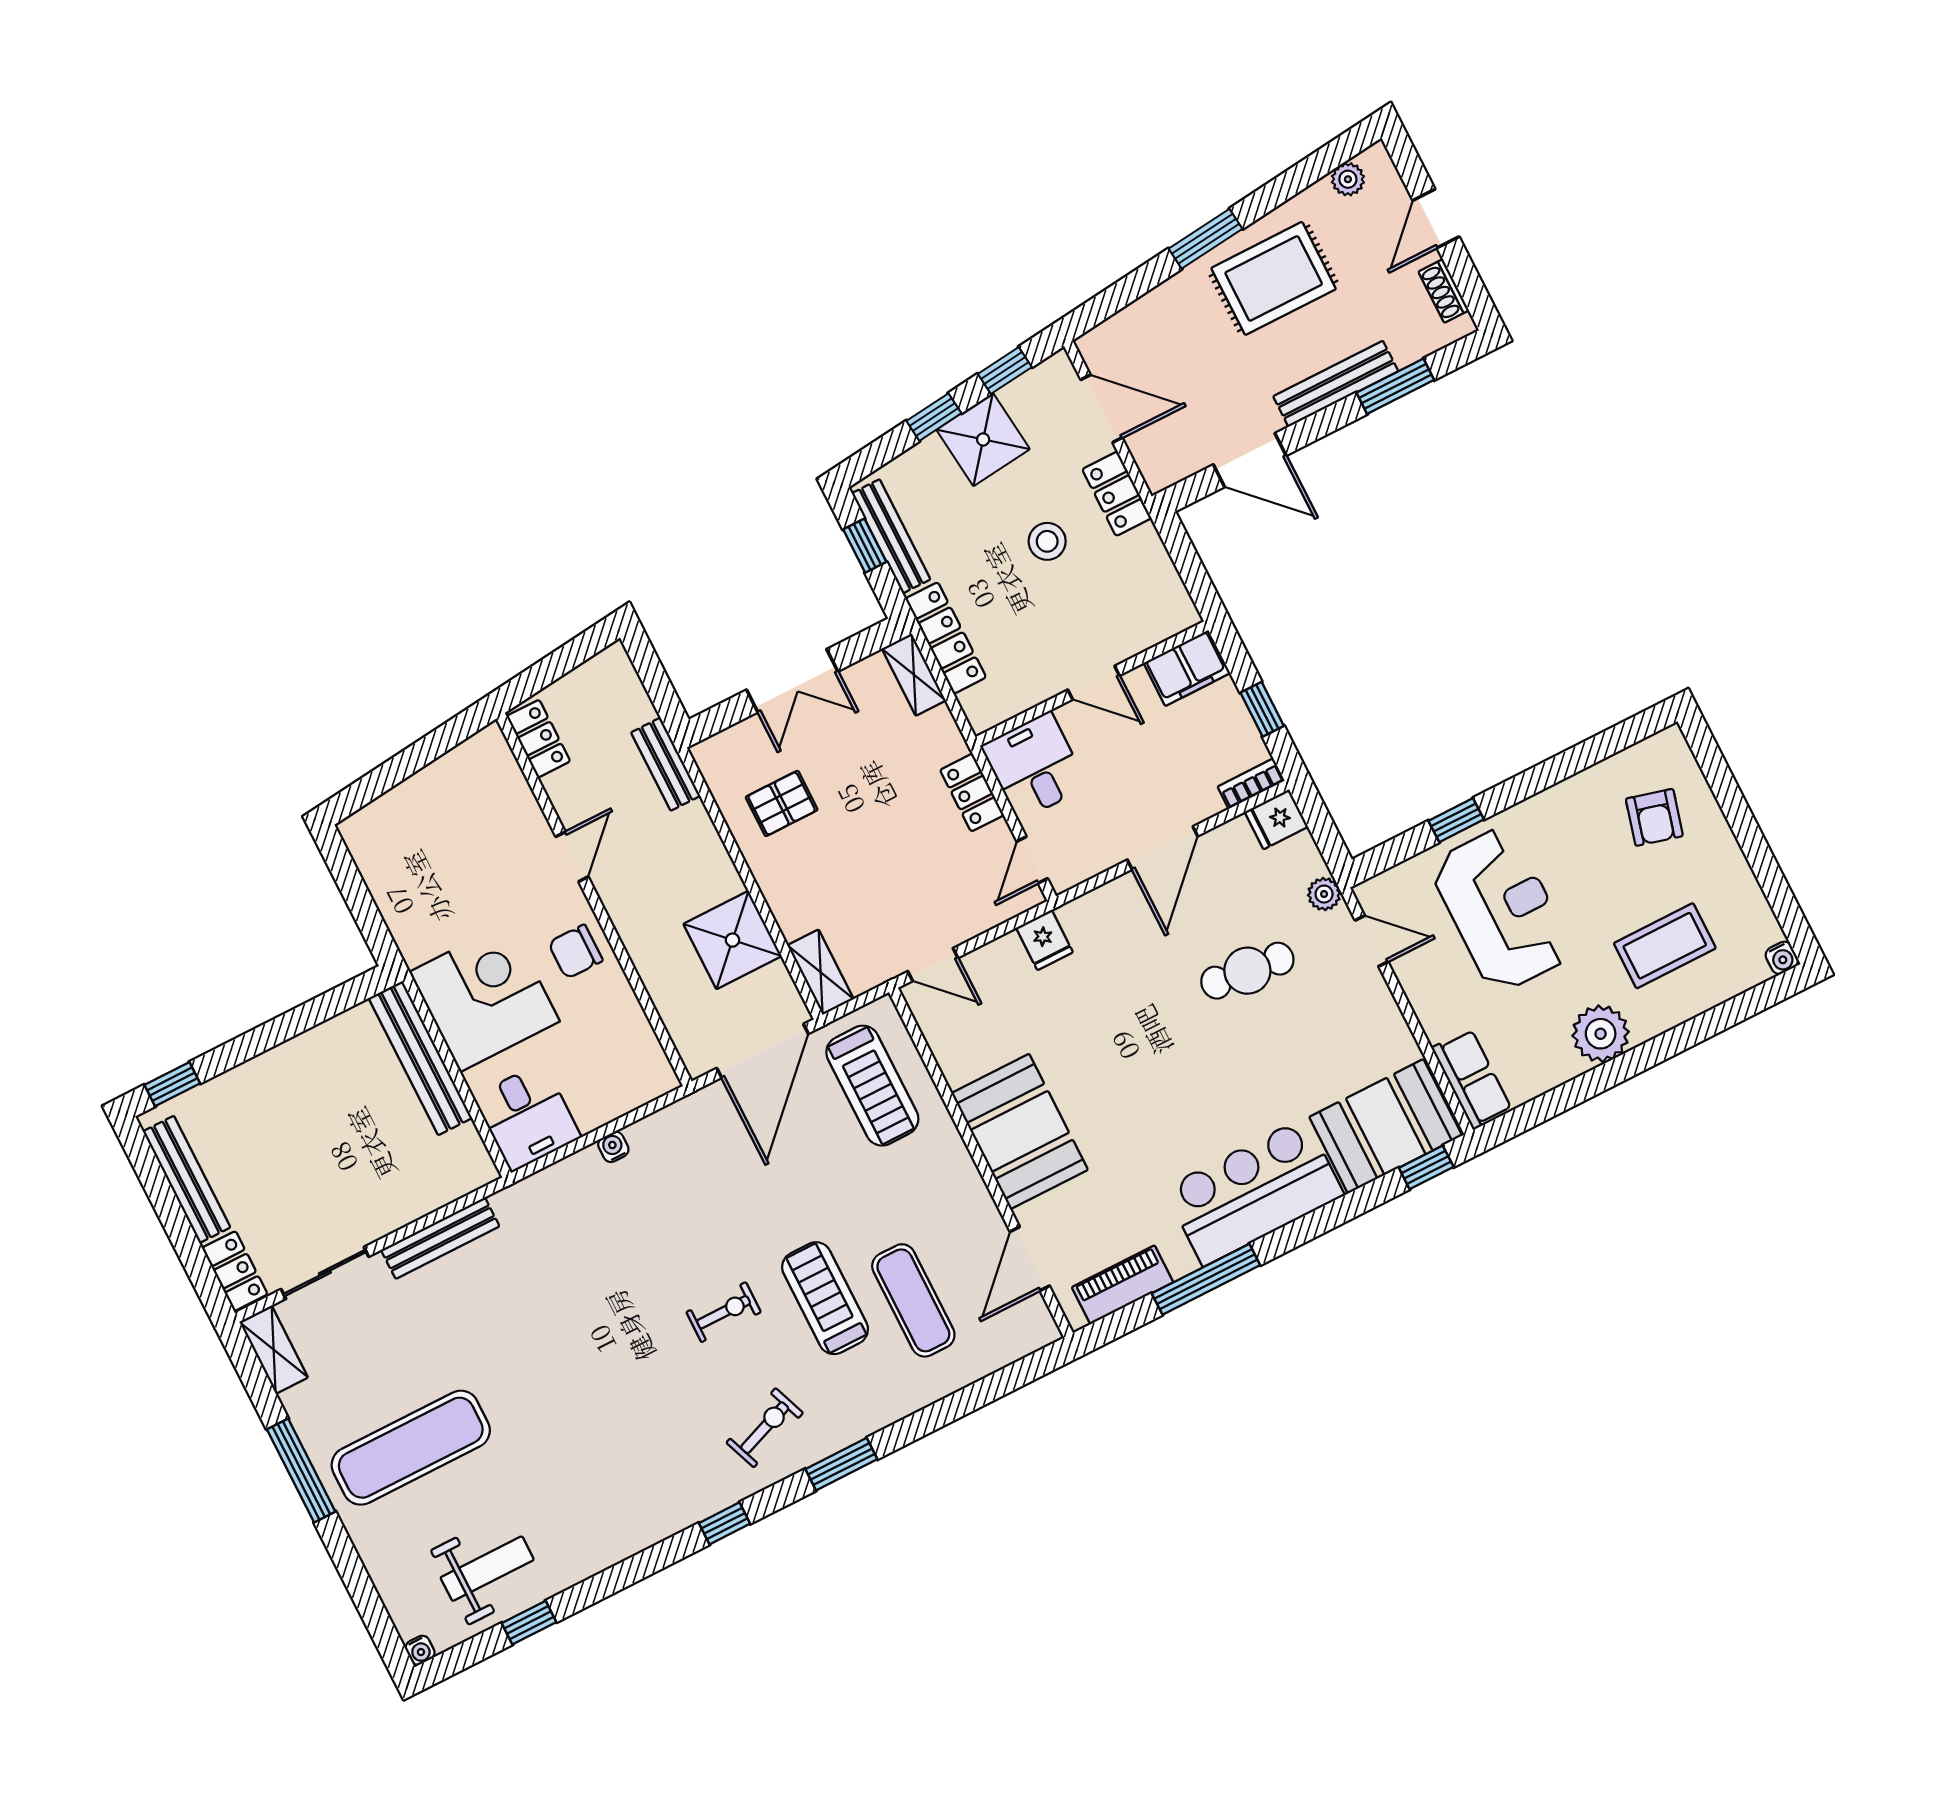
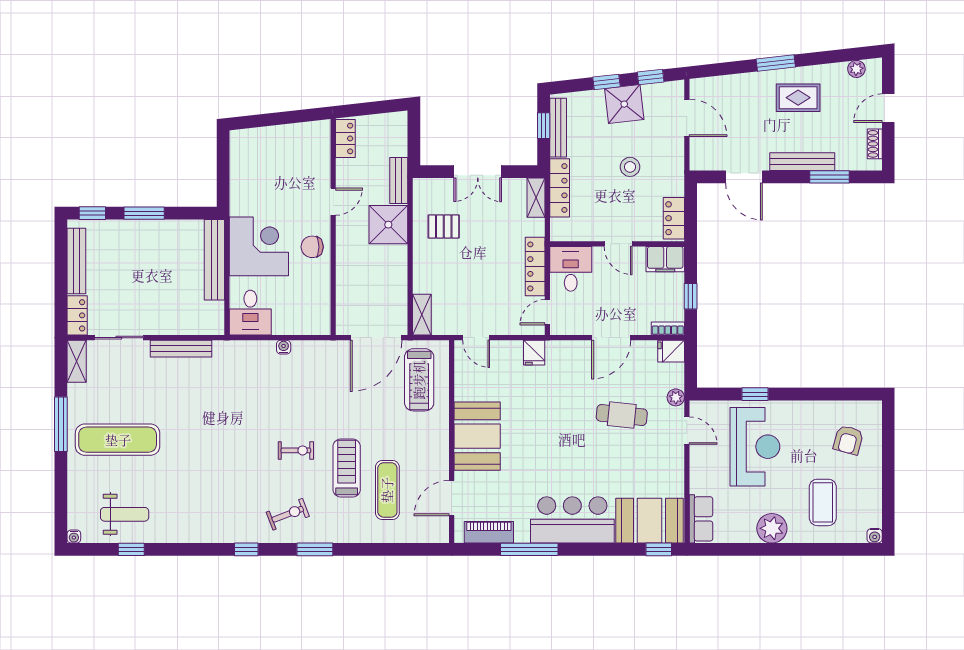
rug: (1274, 278) -> (798, 98), width x0.73, depth x0.70
locker: (1117, 494) -> (674, 218), moved
locker: (972, 793) -> (535, 266), width x1.53
shower: (733, 940) -> (388, 225), moved
coffee table: (1665, 946) -> (823, 502), turned 90
window: (261, 1039) -> (144, 213), added

